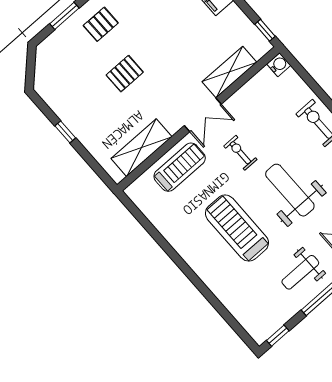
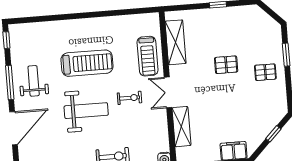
pallet: (101, 24) -> (265, 72), turned 90
pallet: (125, 74) -> (226, 65), turned 90

